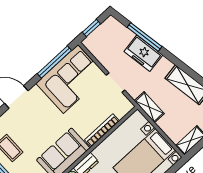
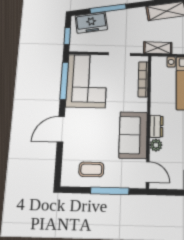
freezer: (143, 53) -> (91, 23), moved
bookcase: (102, 130) -> (143, 79), moved

